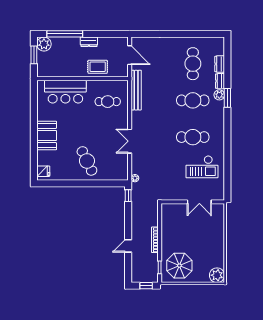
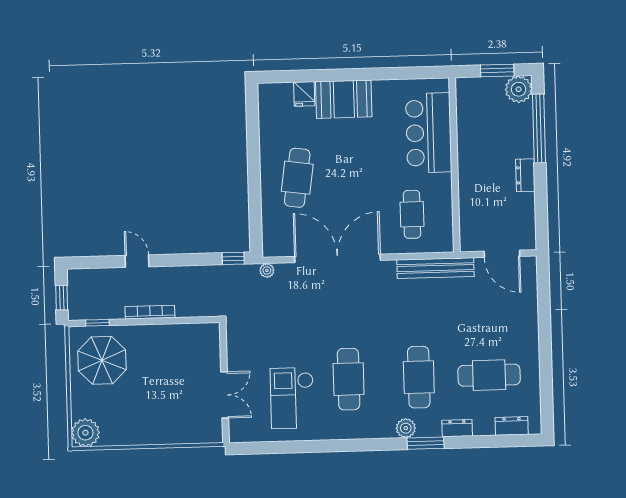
door: (130, 55) -> (502, 254), hinge flipped
dresser: (220, 64) -> (512, 426), moved
rug: (98, 67) -> (478, 193), removed
plant: (219, 95) -> (406, 428), moved
double door: (130, 141) -> (337, 258), width x1.87
cafe table: (87, 161) -> (297, 178), turned -56
fridge: (43, 171) -> (304, 94), moved
double door: (199, 202) -> (225, 395), swing flipped

